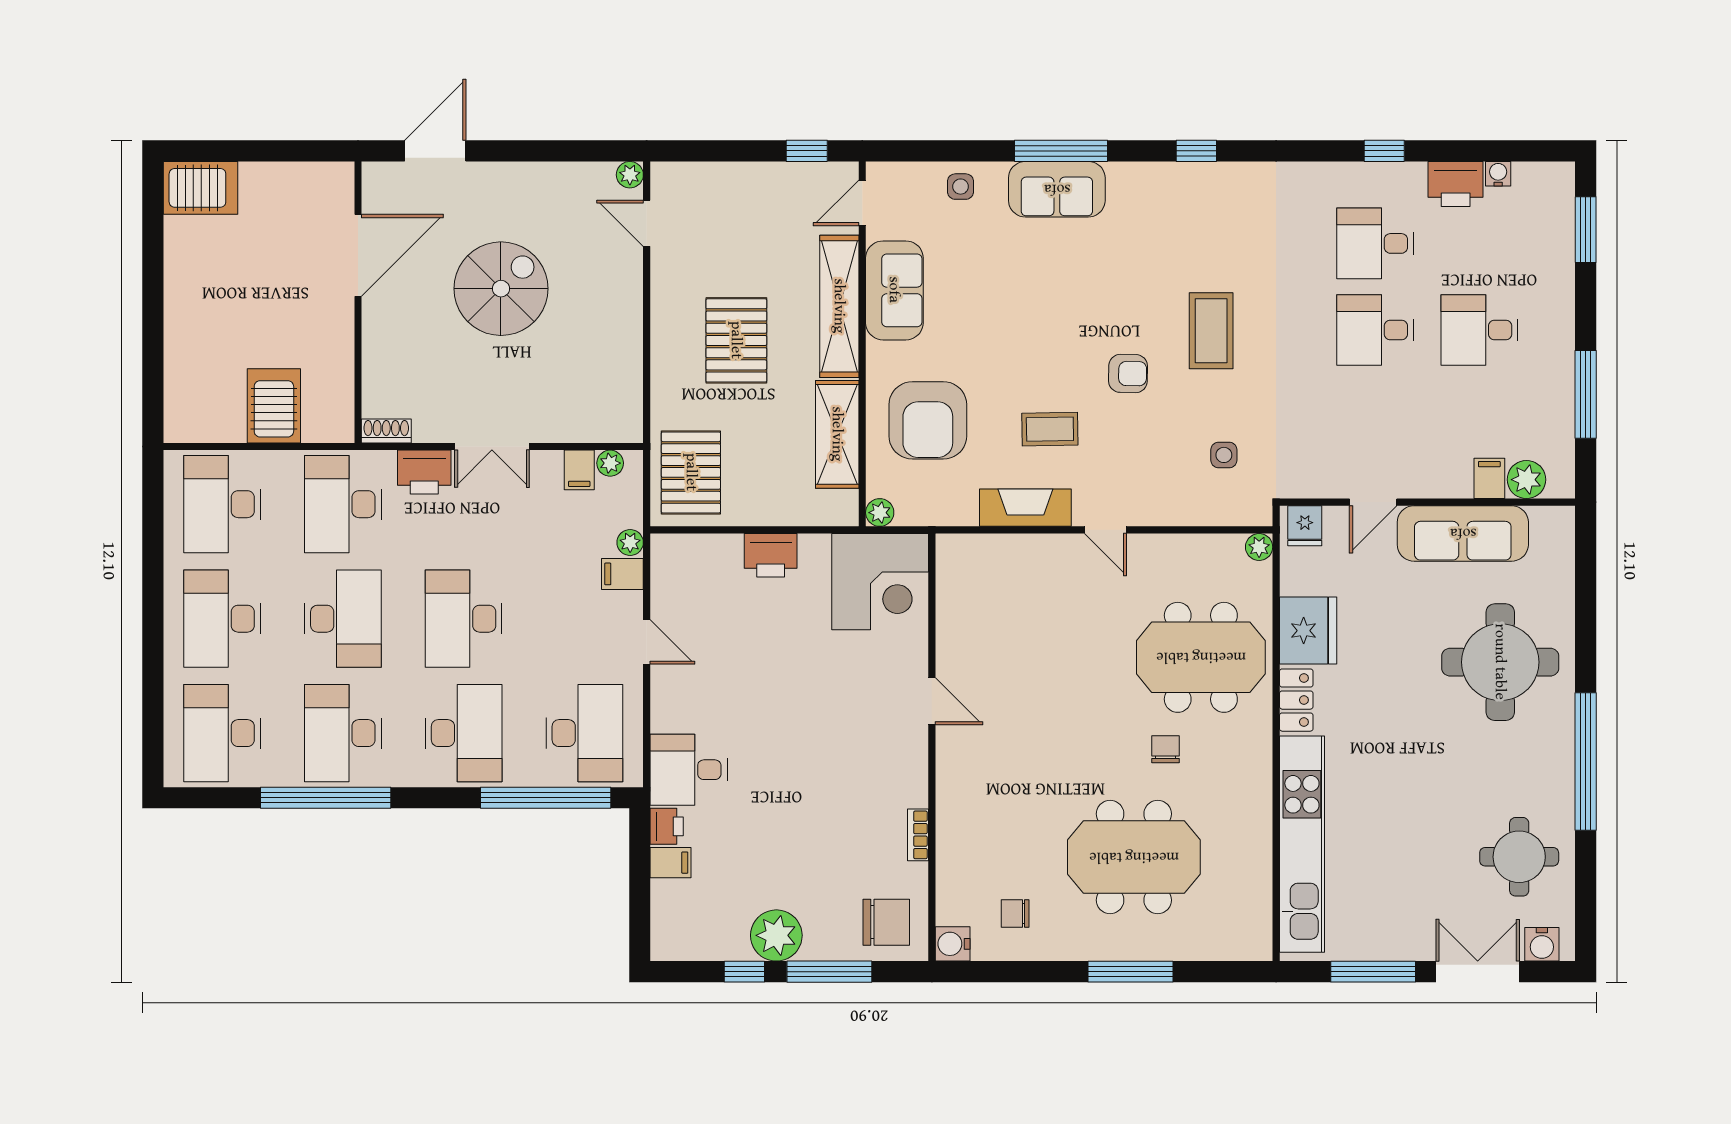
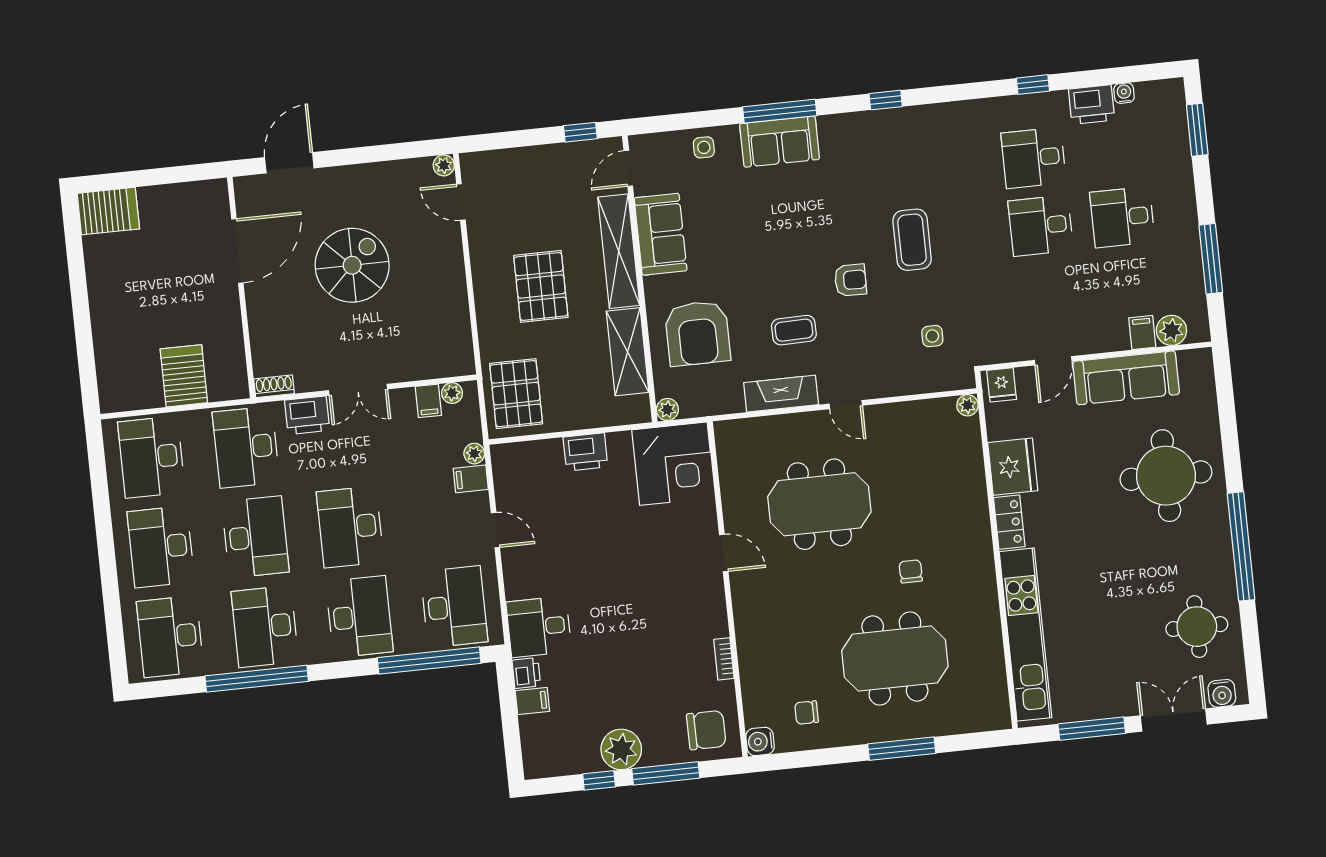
meeting table: (1201, 657) -> (819, 504), moved

